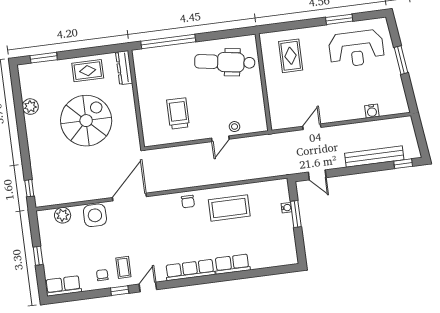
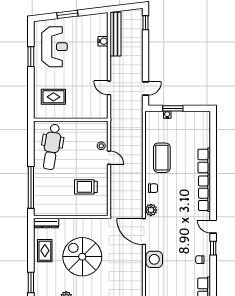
bench: (374, 156) -> (115, 34), moved
plant: (63, 215) -> (151, 210), moved
coffee table: (123, 267) -> (196, 243), removed

